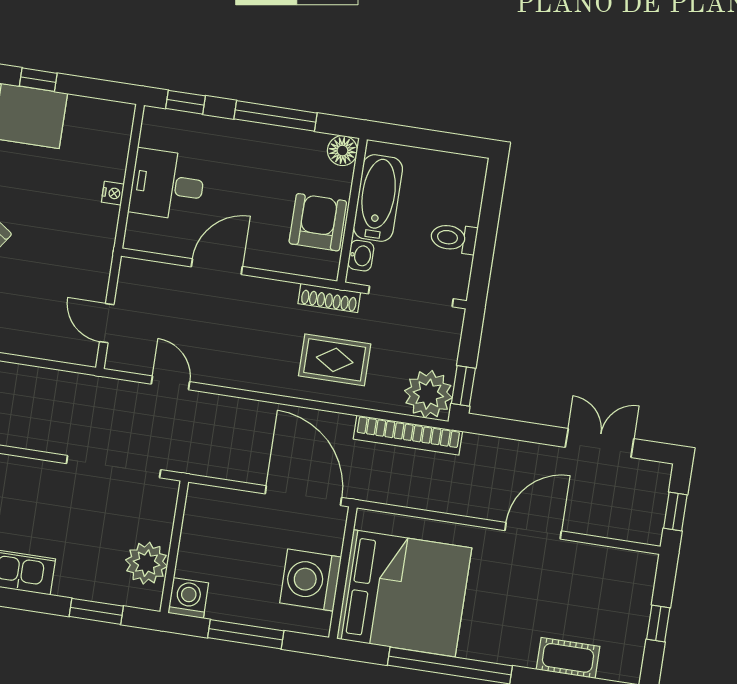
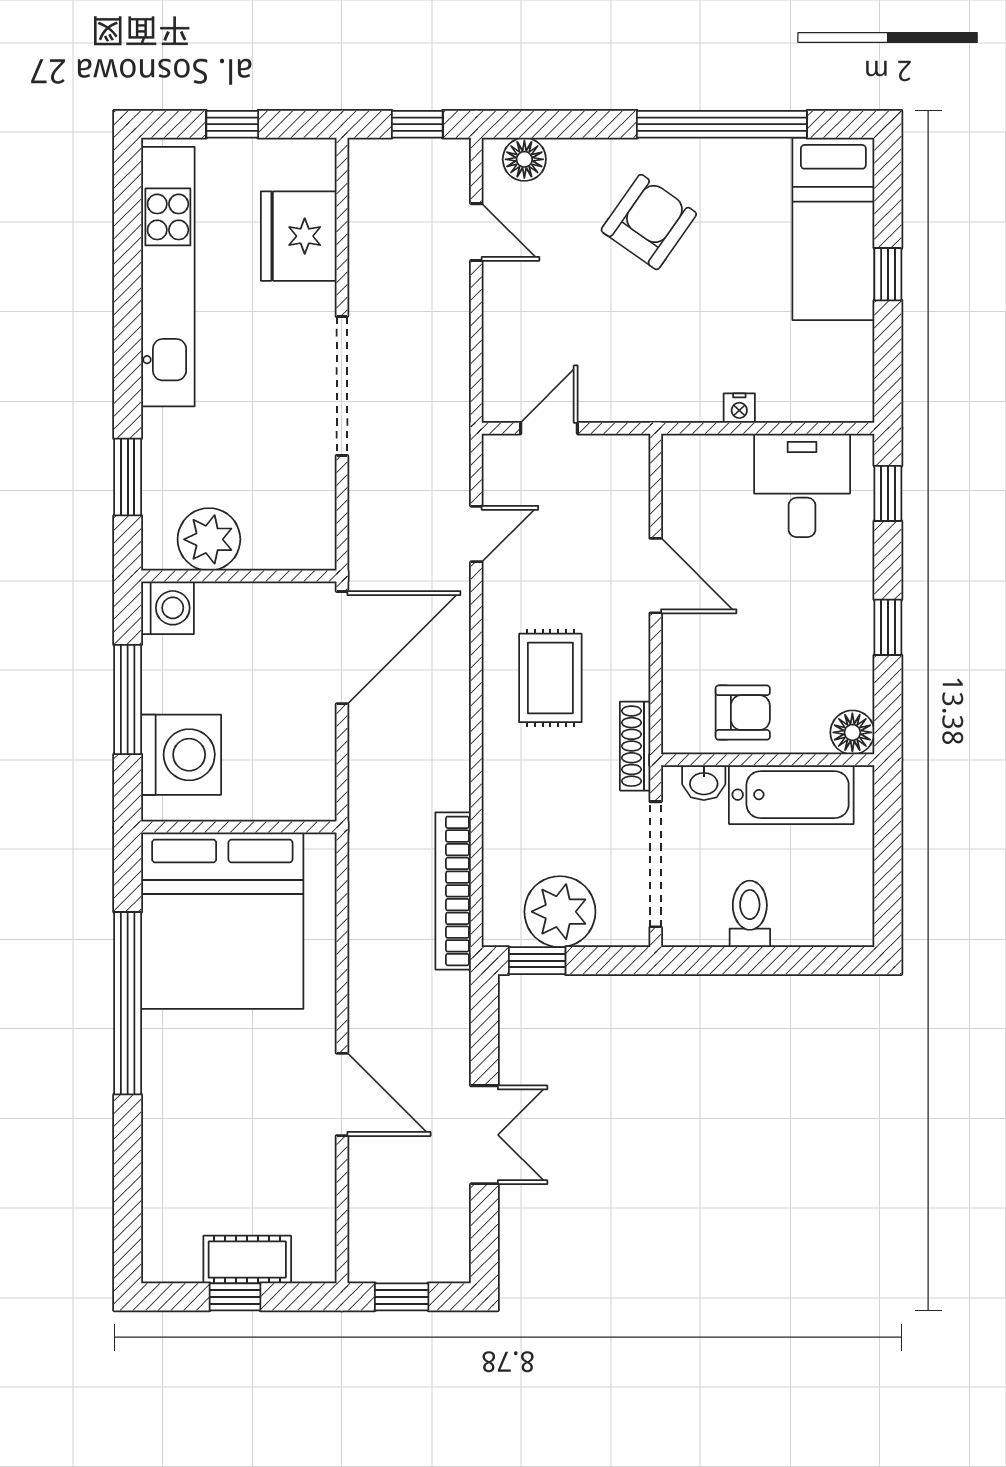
window: (275, 116) -> (888, 627), width x0.46
desk: (167, 185) -> (802, 485), moved
armchair: (318, 222) -> (743, 713), width x0.72, depth x0.72
rug: (335, 360) -> (550, 678), moved
plant: (428, 394) -> (560, 912), moved
double door: (600, 443) -> (484, 1135), moved
doorway: (114, 467) -> (342, 386), moved
door: (303, 496) -> (342, 648), moved
washing machine: (311, 580) -> (181, 755), moved, turned 90
cot: (568, 658) -> (247, 1260), moved, turned 90

